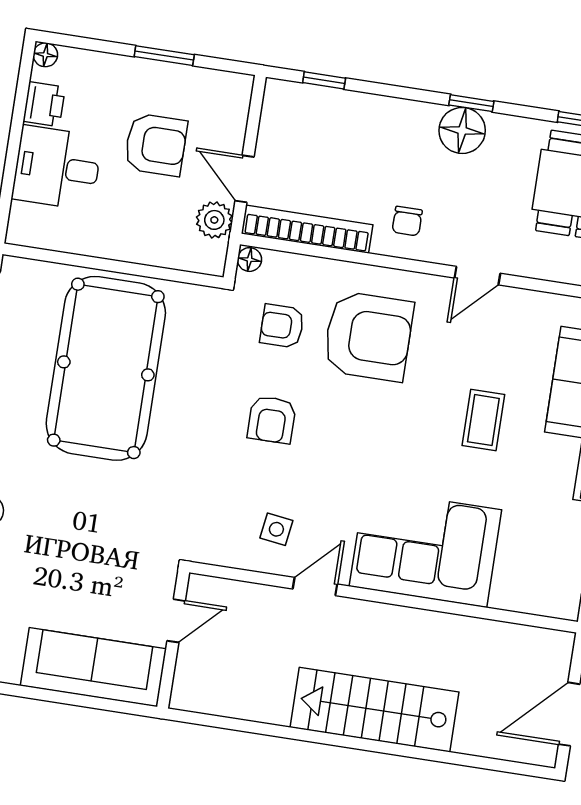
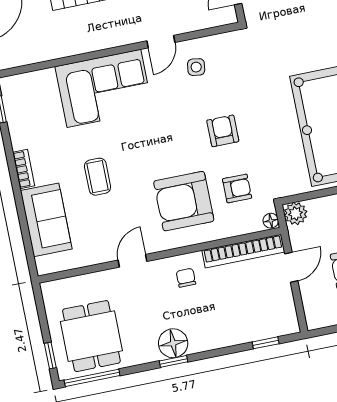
door: (244, 179) -> (291, 267), hinge flipped
plant: (214, 220) -> (296, 213), moved

